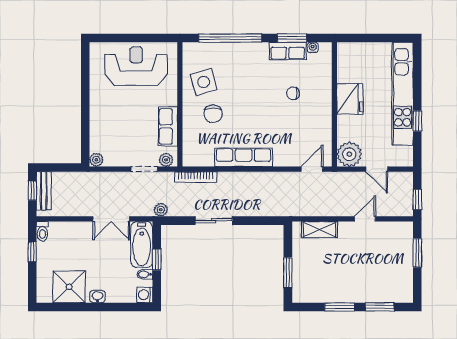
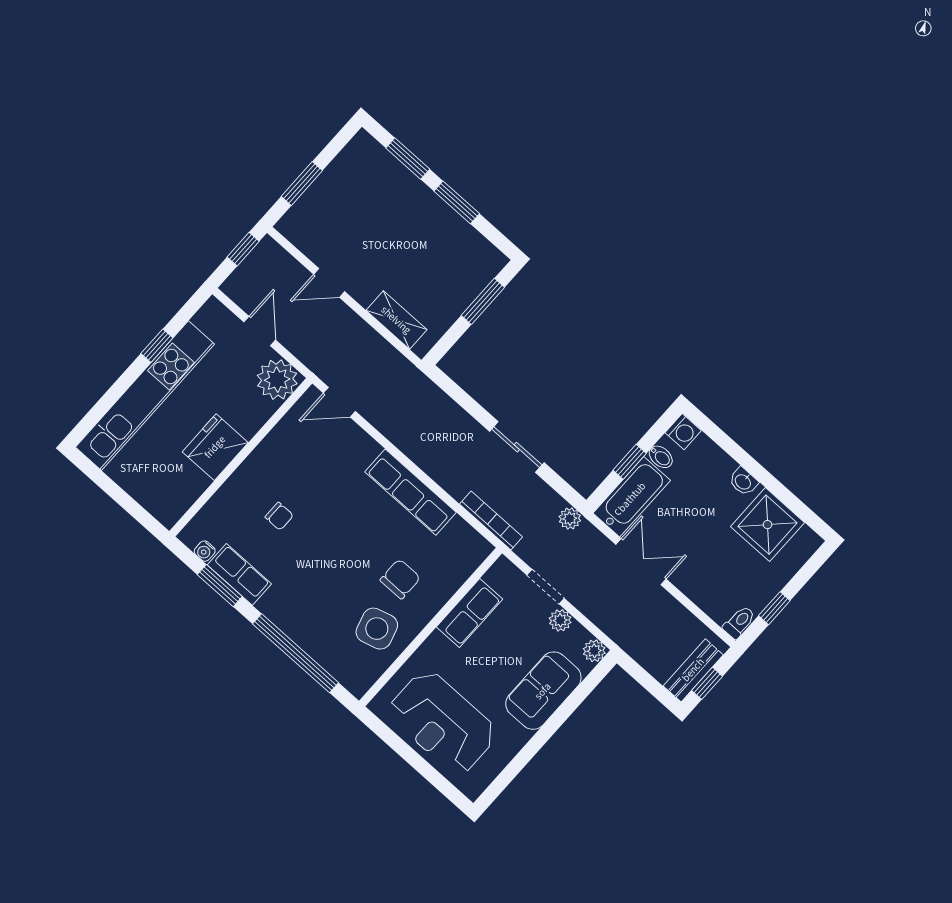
sofa: (103, 121) -> (543, 691), added
plant: (166, 160) -> (560, 620), moved

